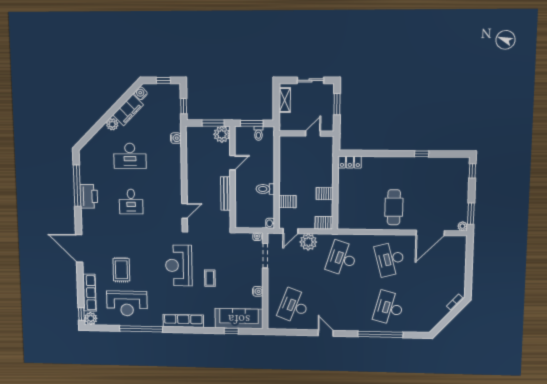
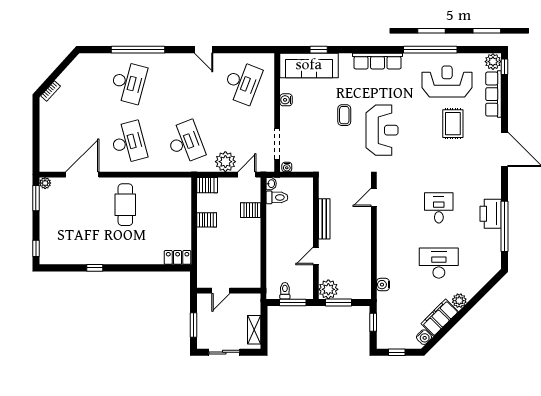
toilet: (265, 189) -> (277, 197), moved
desk: (342, 258) -> (185, 142), turned -39

